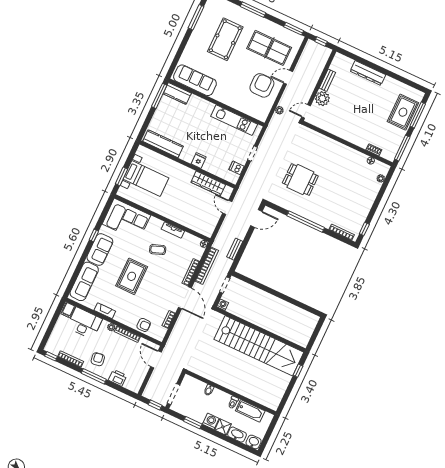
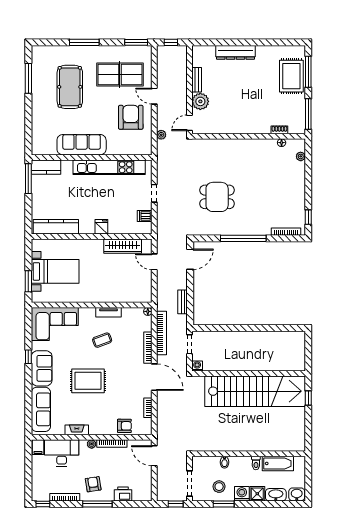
door: (288, 77) -> (154, 96), hinge flipped
sofa: (195, 80) -> (82, 145), moved
kitchen unit: (234, 120) -> (109, 167), width x1.36
rug: (132, 276) -> (88, 381), turned 90
stool: (196, 407) -> (219, 487), added

